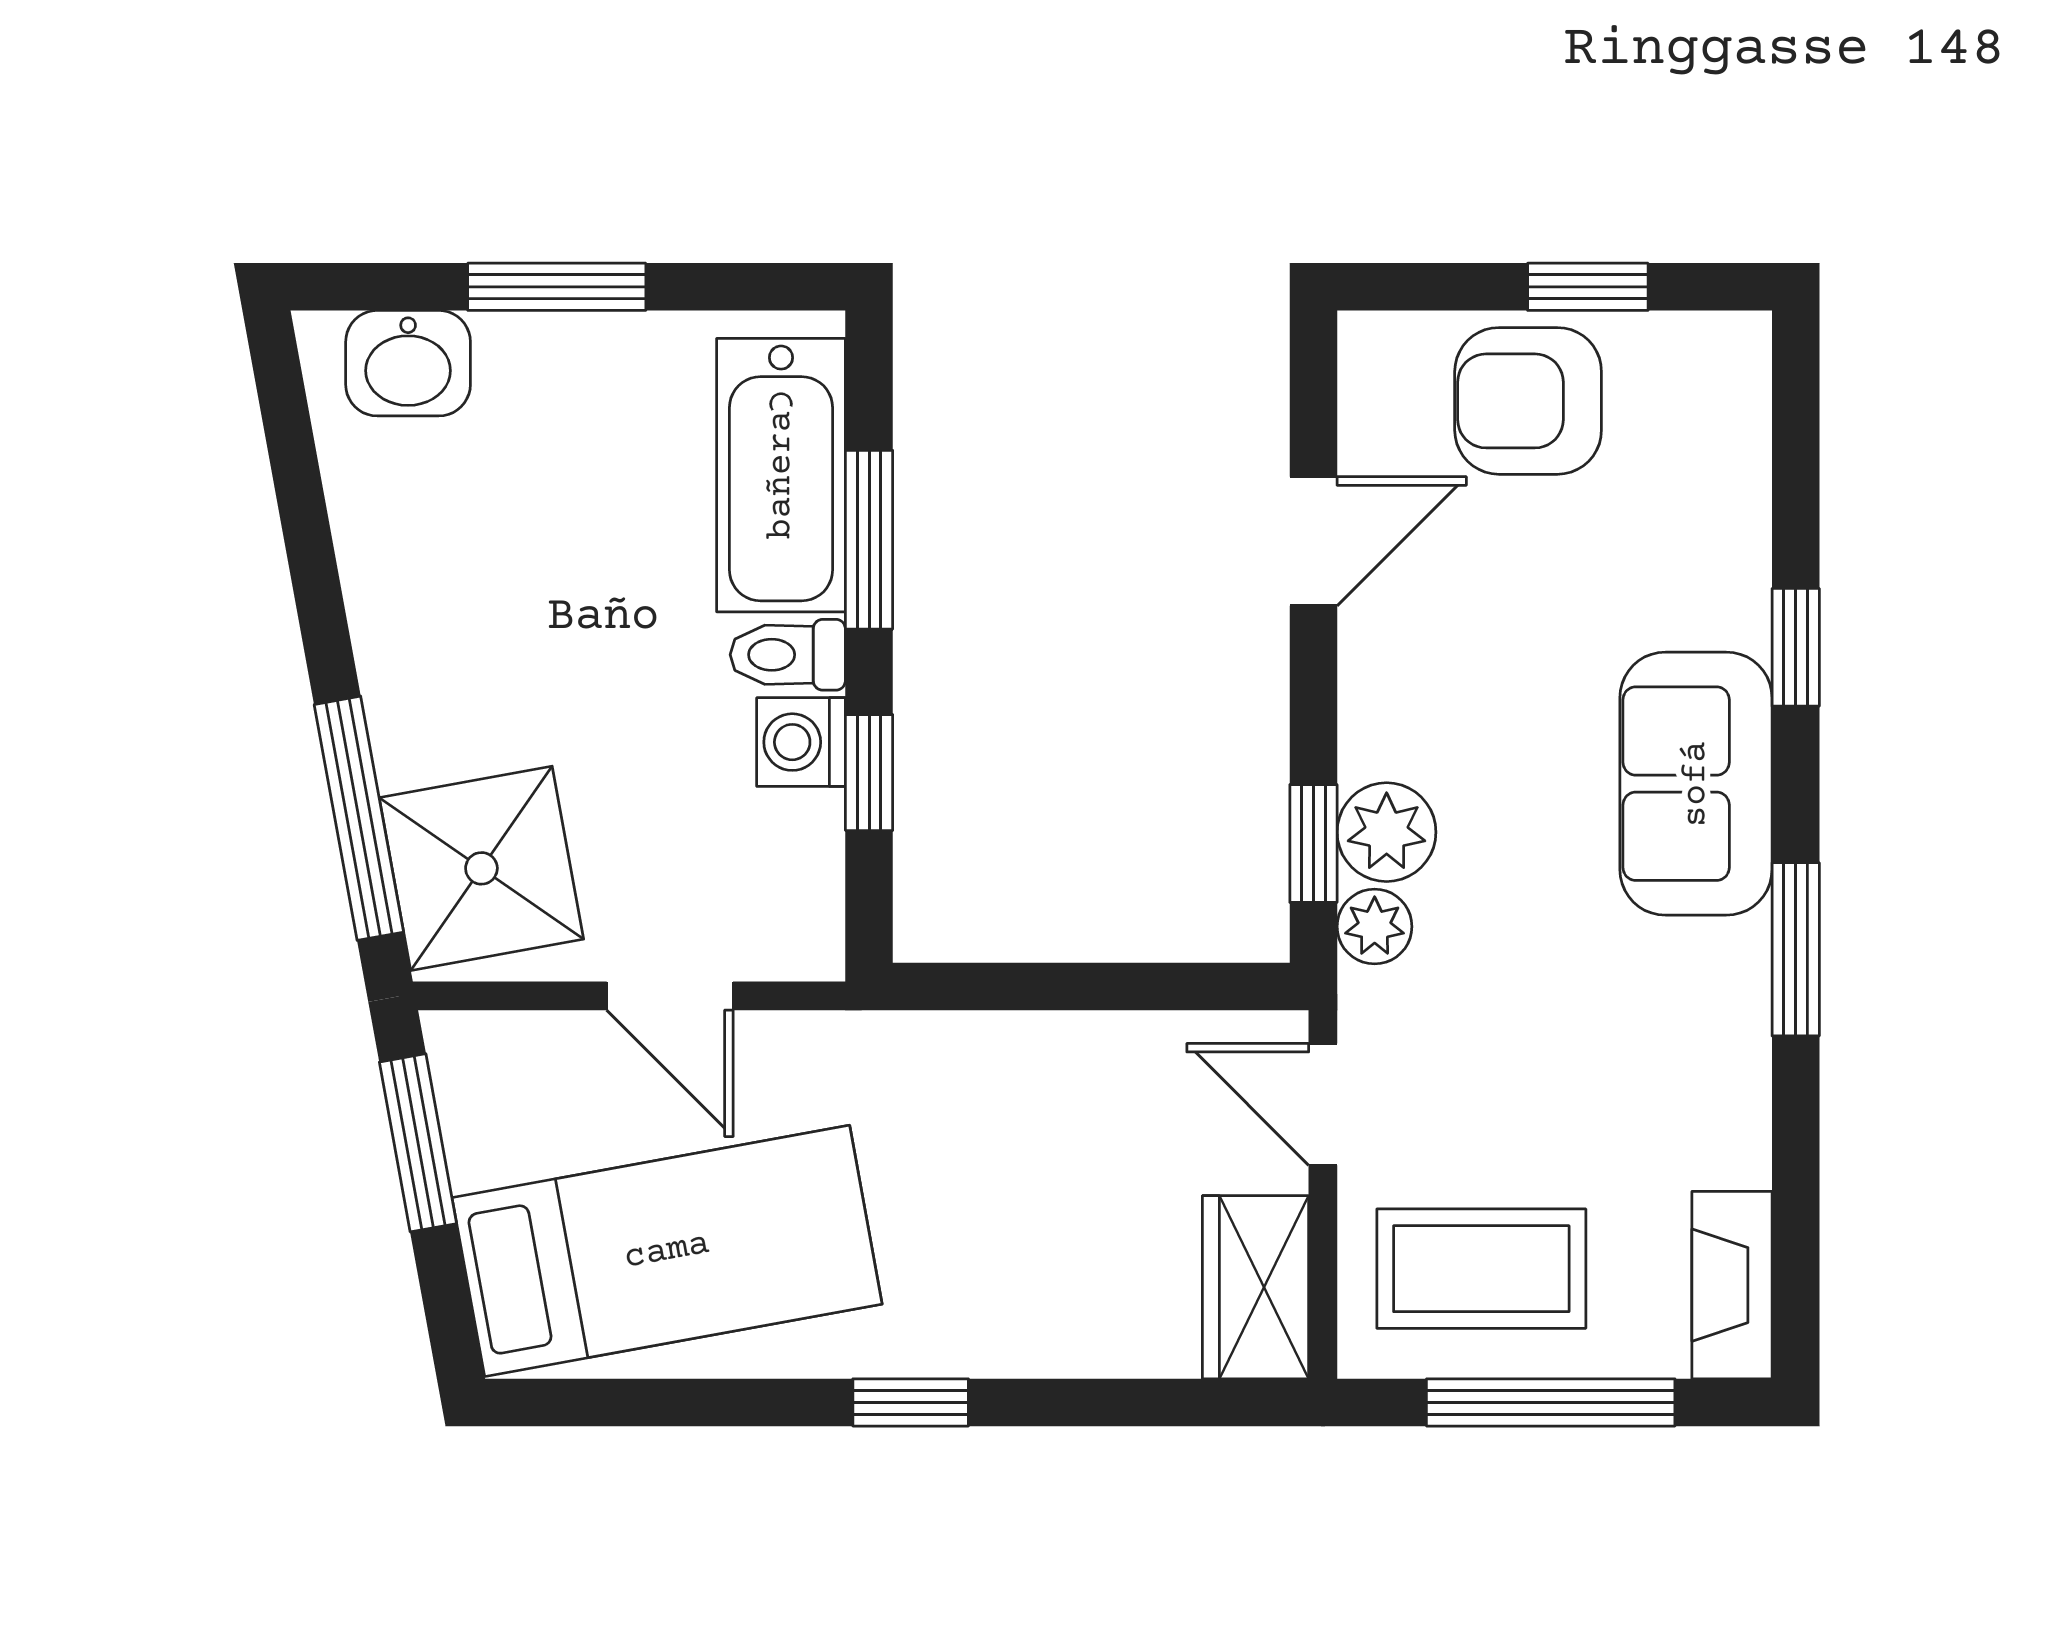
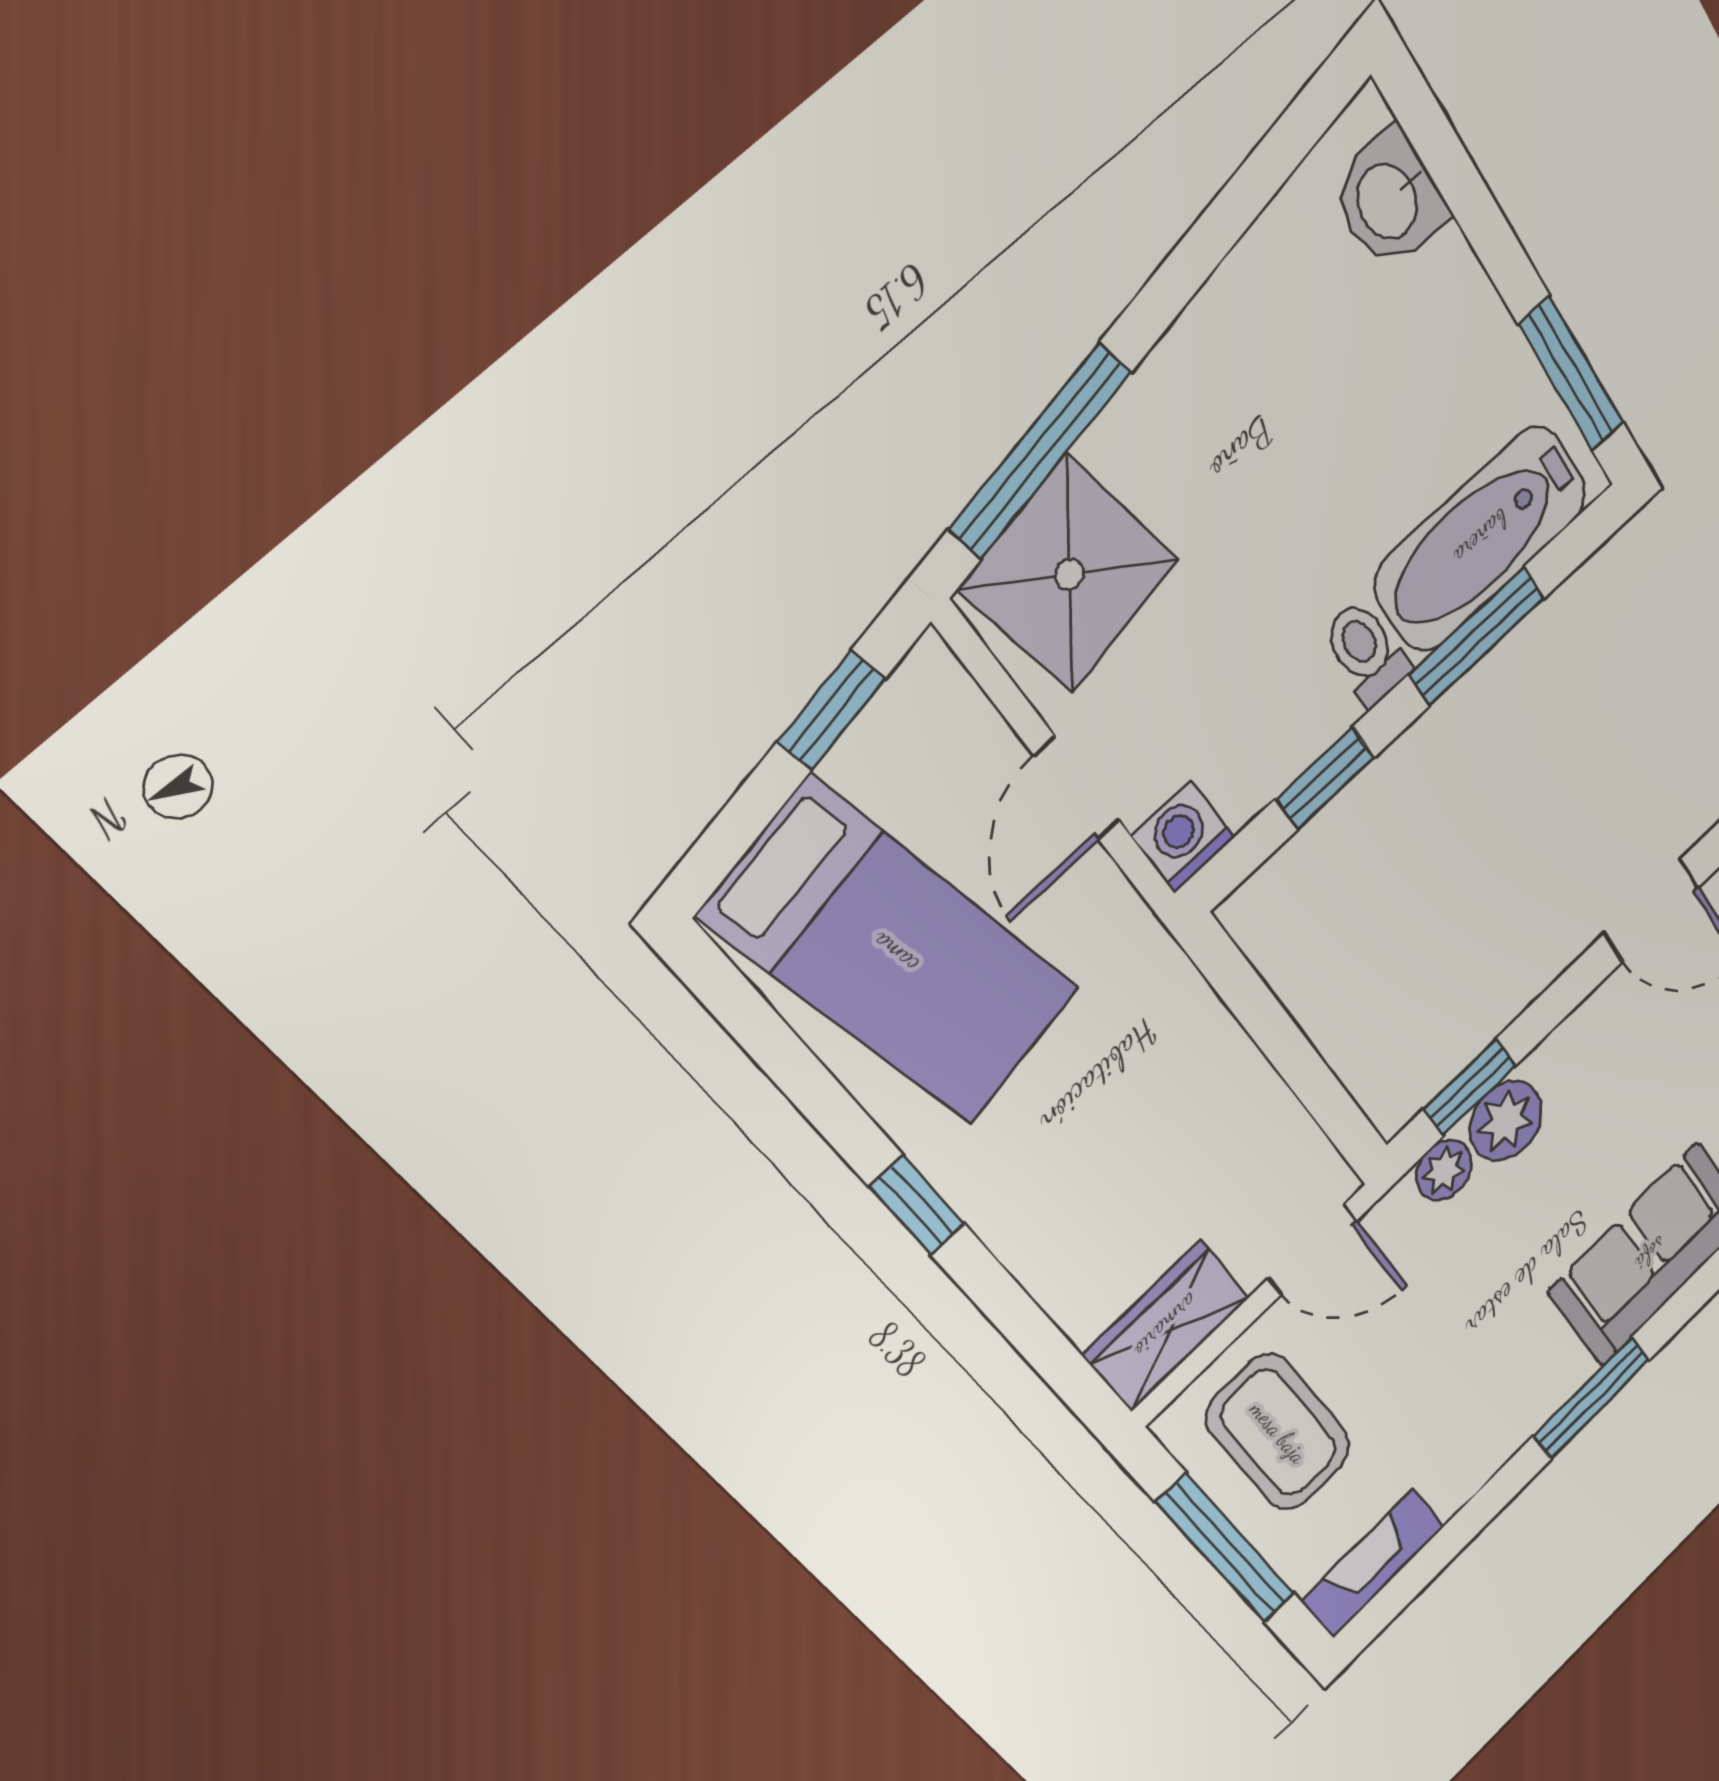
window: (557, 287) -> (1571, 374), moved
washing machine: (801, 742) -> (1183, 837), moved
door: (1323, 1104) -> (1313, 1249), swing flipped
window: (418, 1143) -> (831, 710), width x0.67

